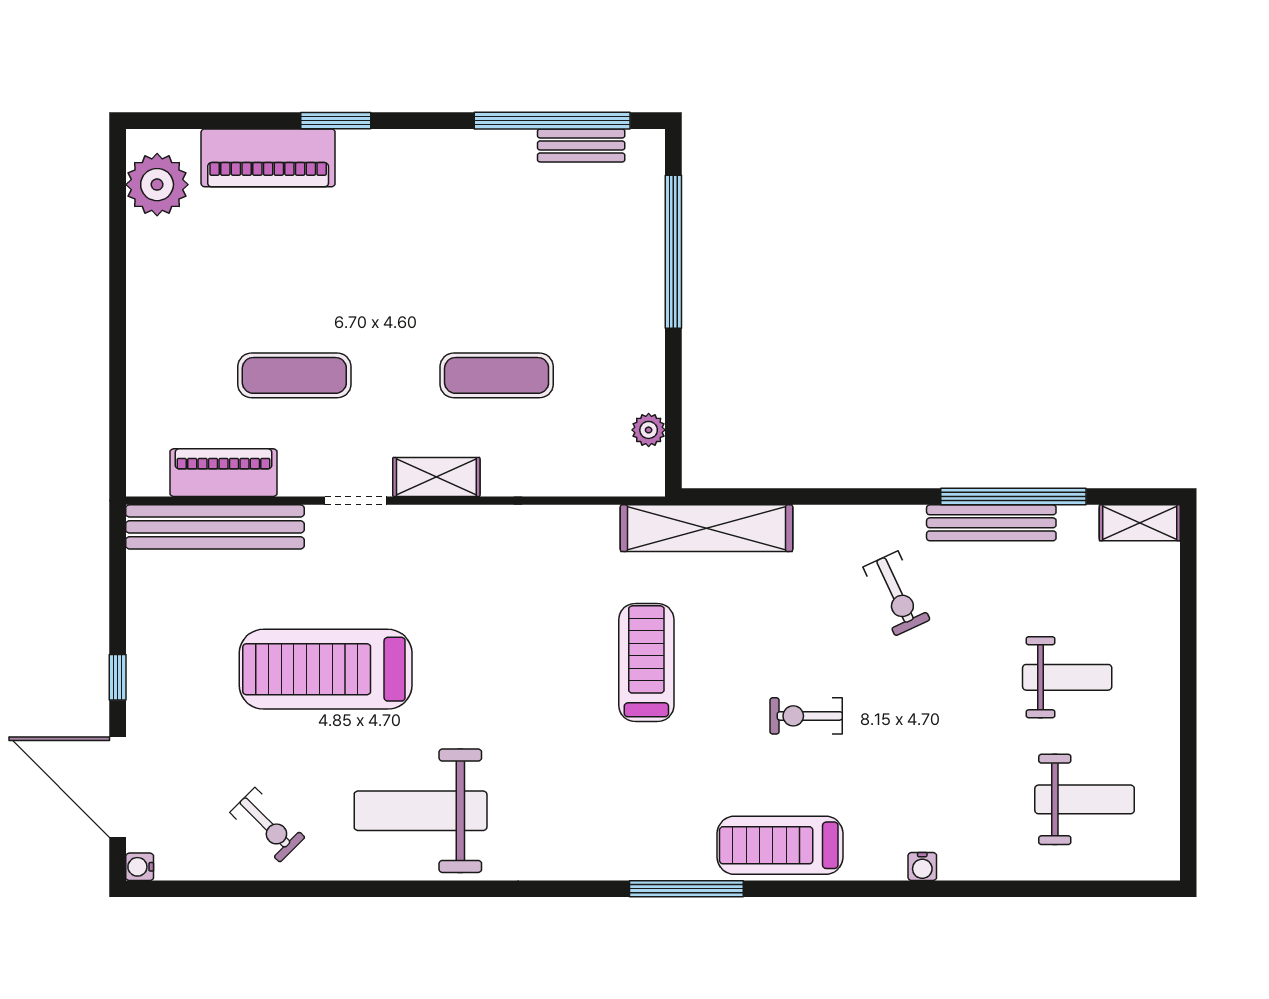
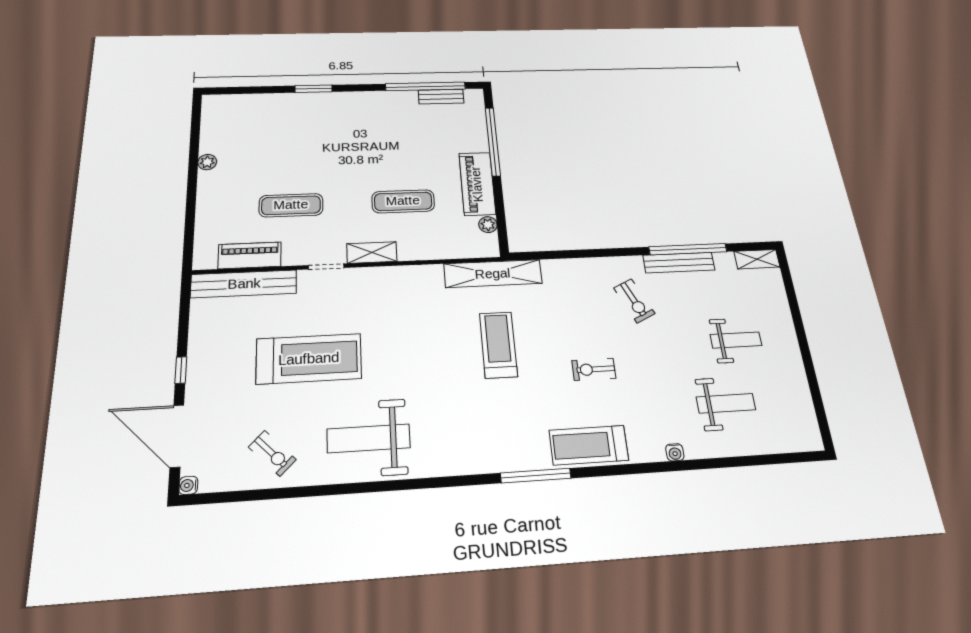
piano: (268, 158) -> (477, 184), moved, turned 90
plant: (157, 185) -> (207, 162), moved, width x0.53, depth x0.53
shelving: (707, 528) -> (493, 274), moved
treadmill: (326, 669) -> (309, 359), turned 180
weight bench: (1085, 799) -> (726, 403), moved

